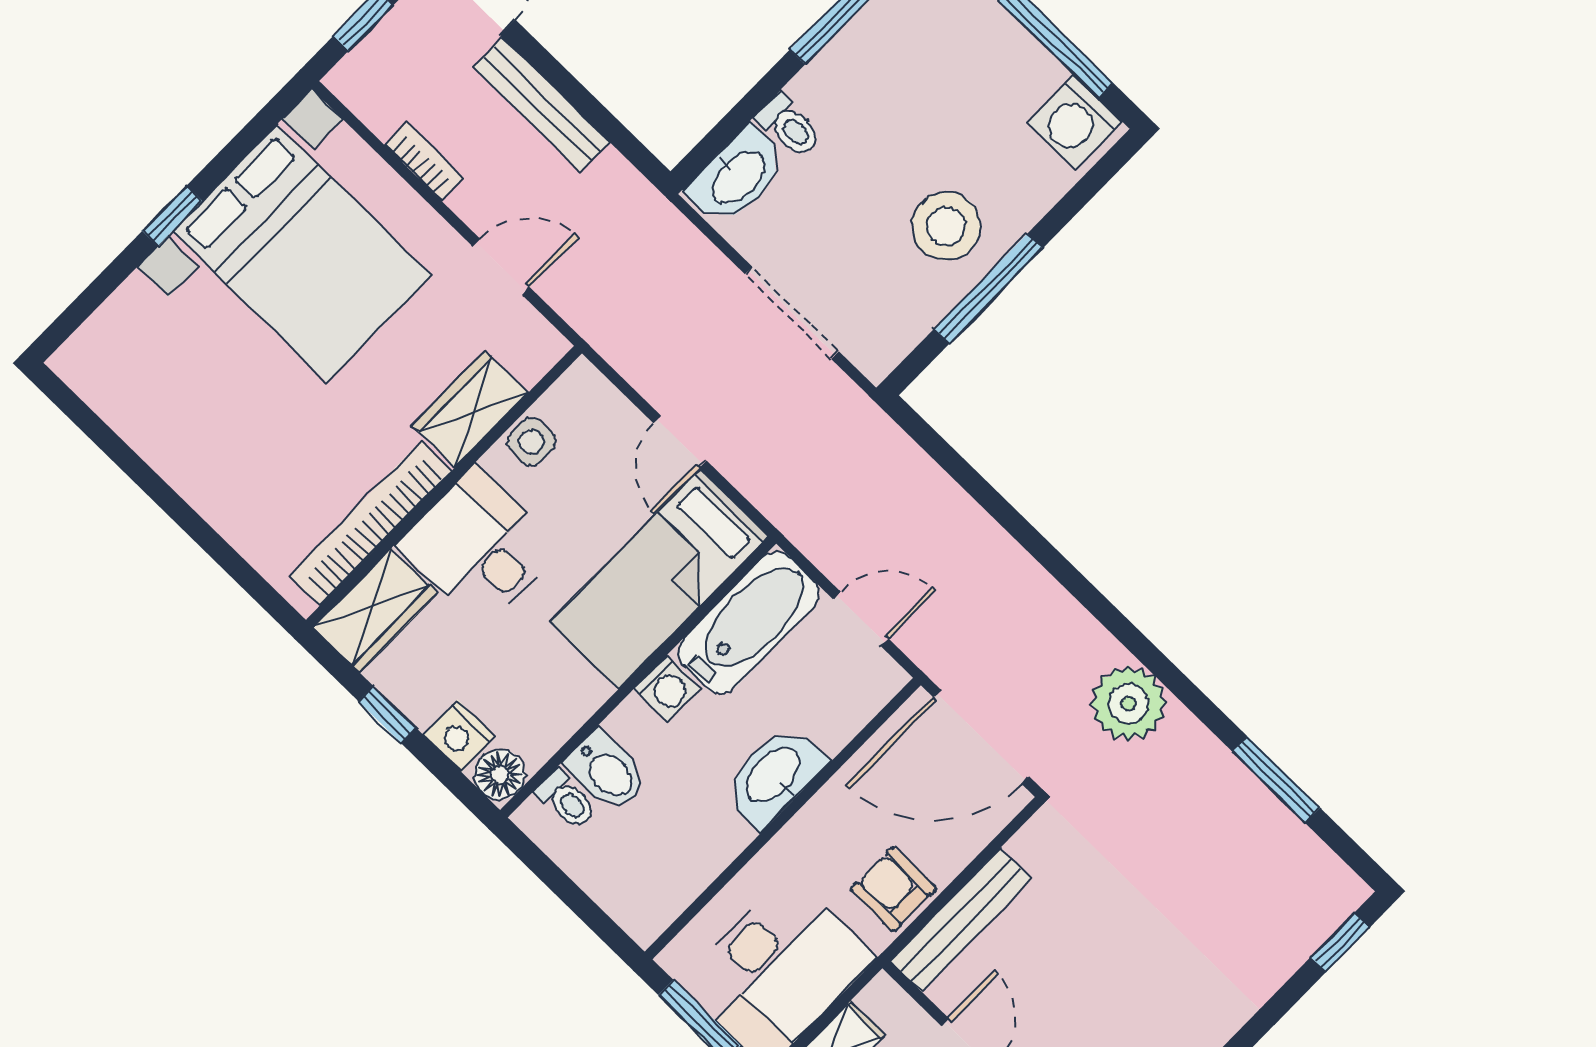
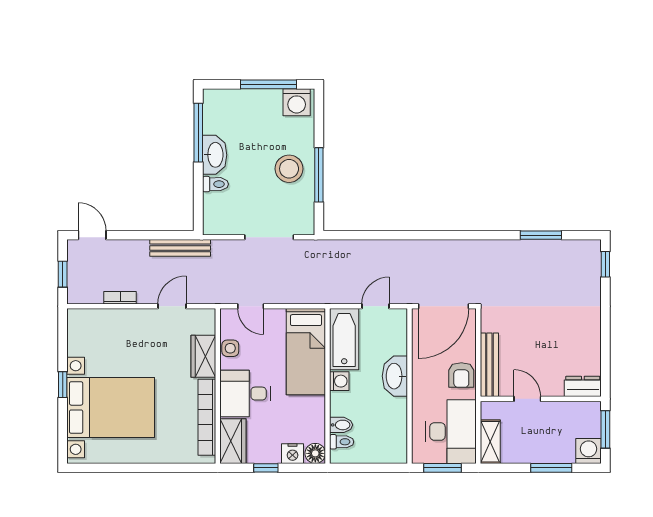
bench: (542, 104) -> (180, 248), moved
washbasin: (737, 176) -> (215, 155), moved
bed with nightstands: (302, 253) -> (111, 408), moved
door: (680, 442) -> (251, 306), moved
plant: (1128, 703) -> (477, 255), removed
bidet: (607, 771) -> (341, 425), width x0.72, depth x0.74
armchair: (893, 889) -> (461, 375), turned -90

